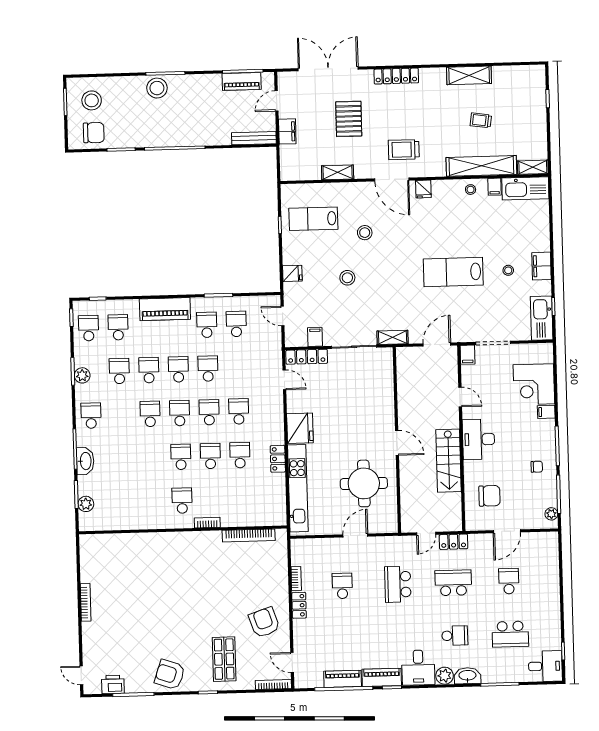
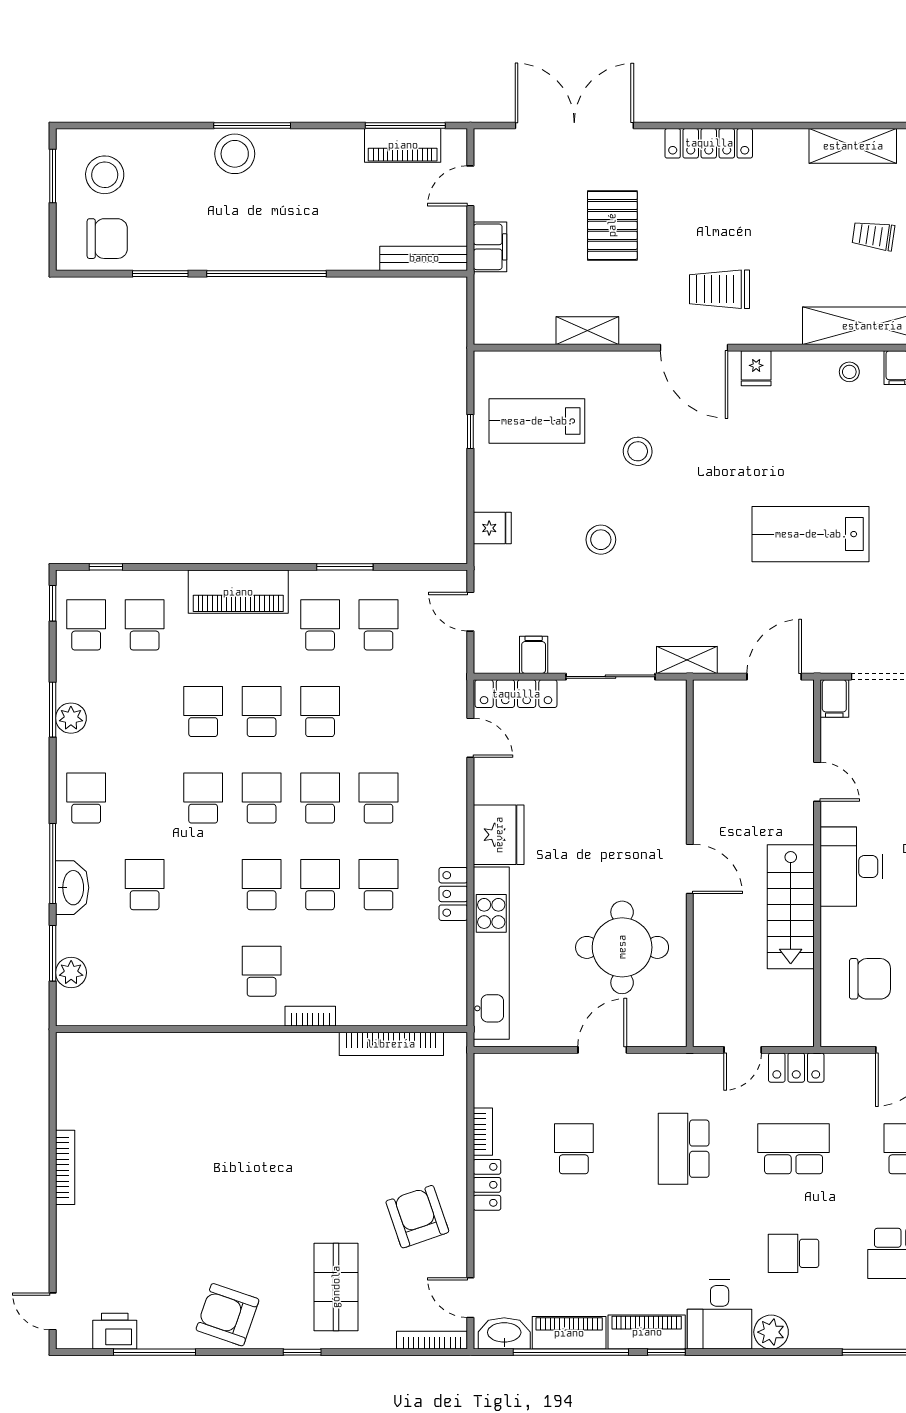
school desk: (119, 371) -> (145, 885), moved
school desk: (455, 636) -> (794, 1253), turned 180
washbasin: (468, 676) -> (504, 1333), moved

